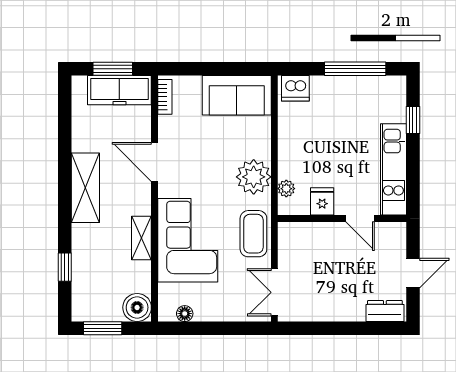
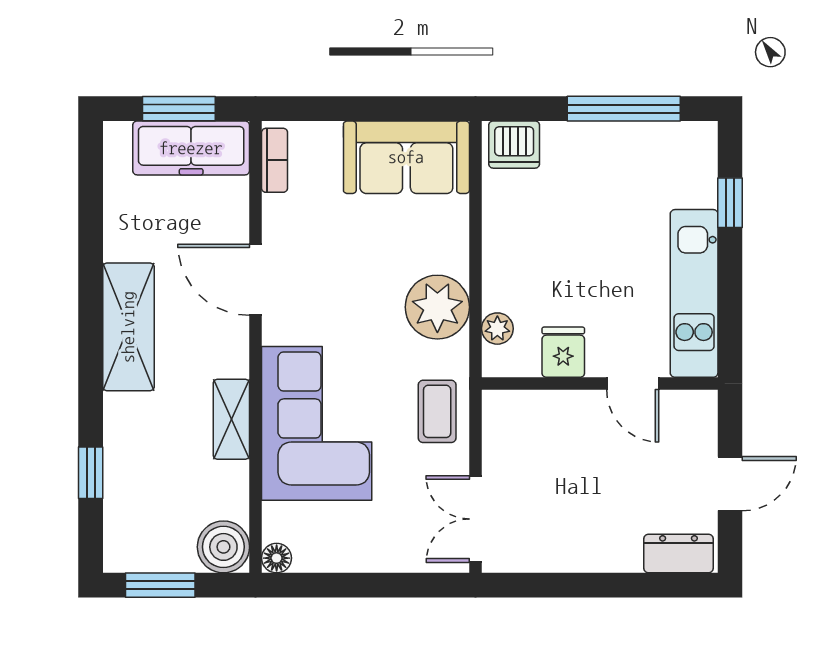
coffee table: (253, 234) -> (437, 411), width x0.73, depth x0.77
floor lamp: (185, 314) -> (277, 558), moved

